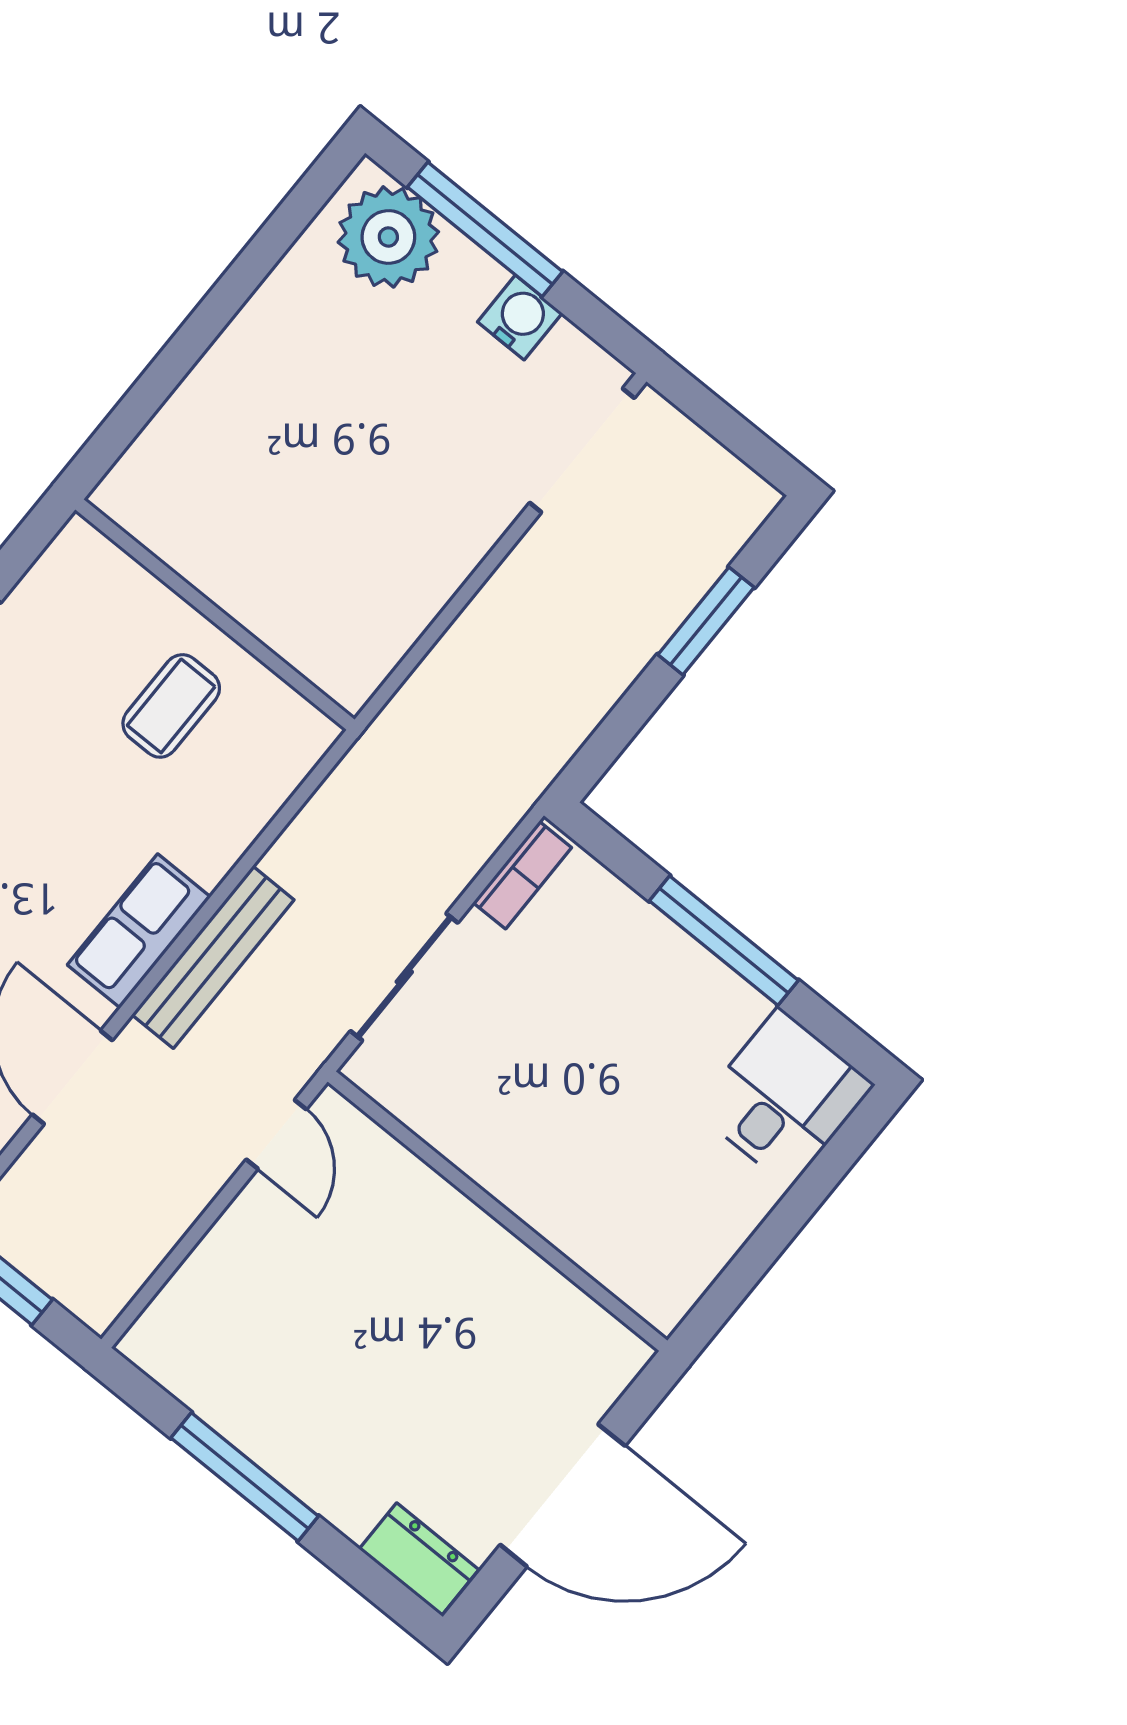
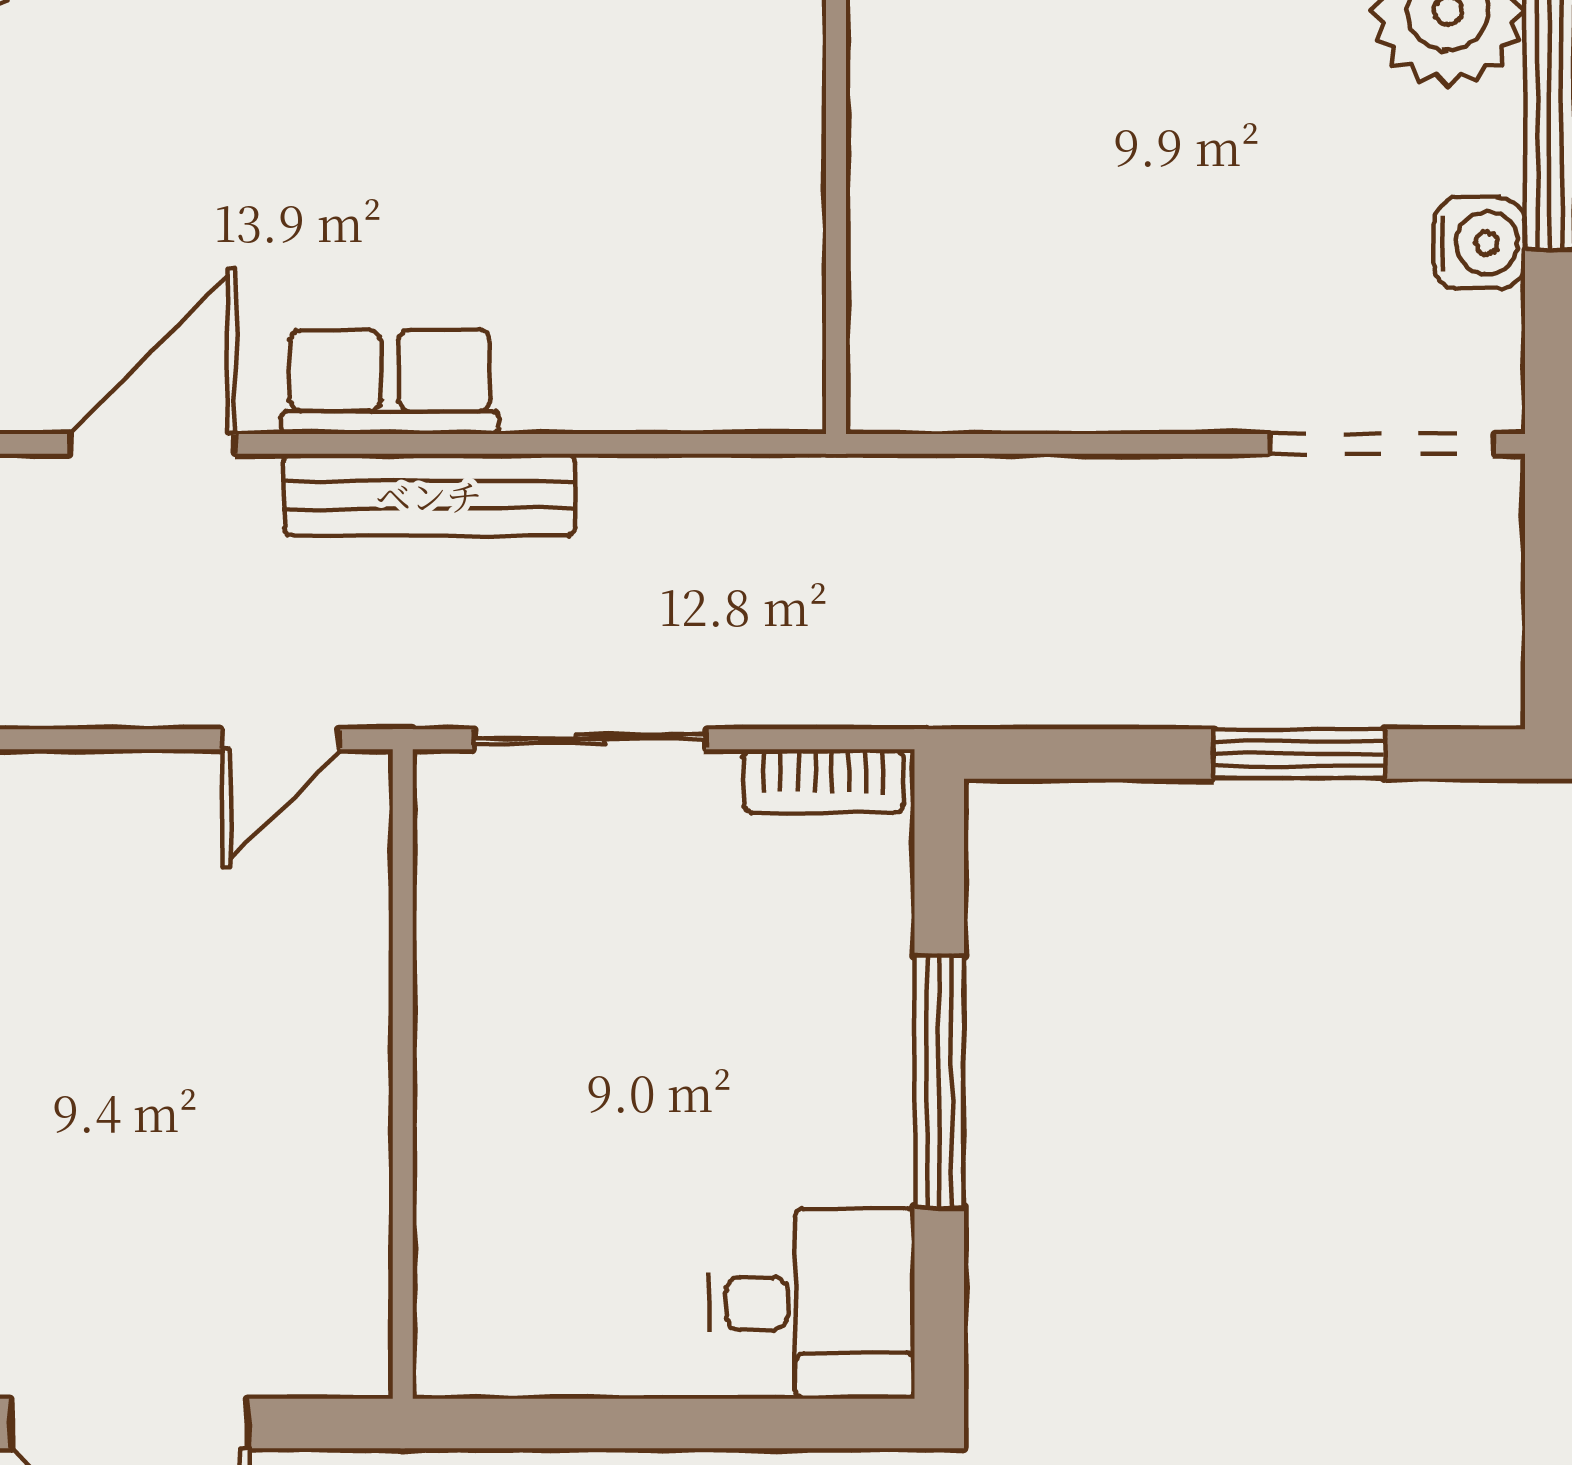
coffee table: (171, 706) -> (686, 204), removed

